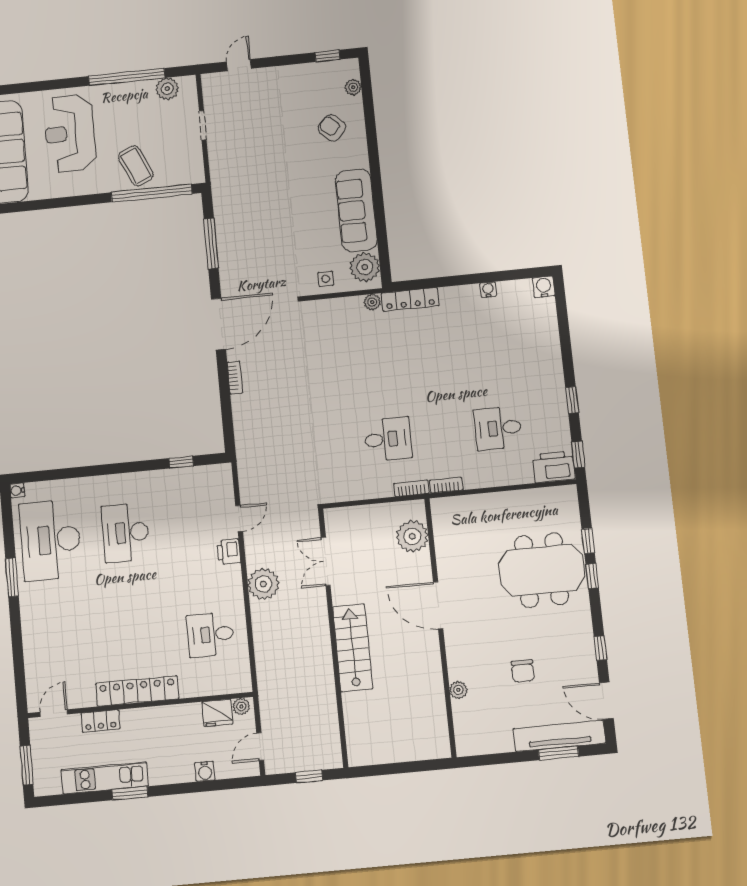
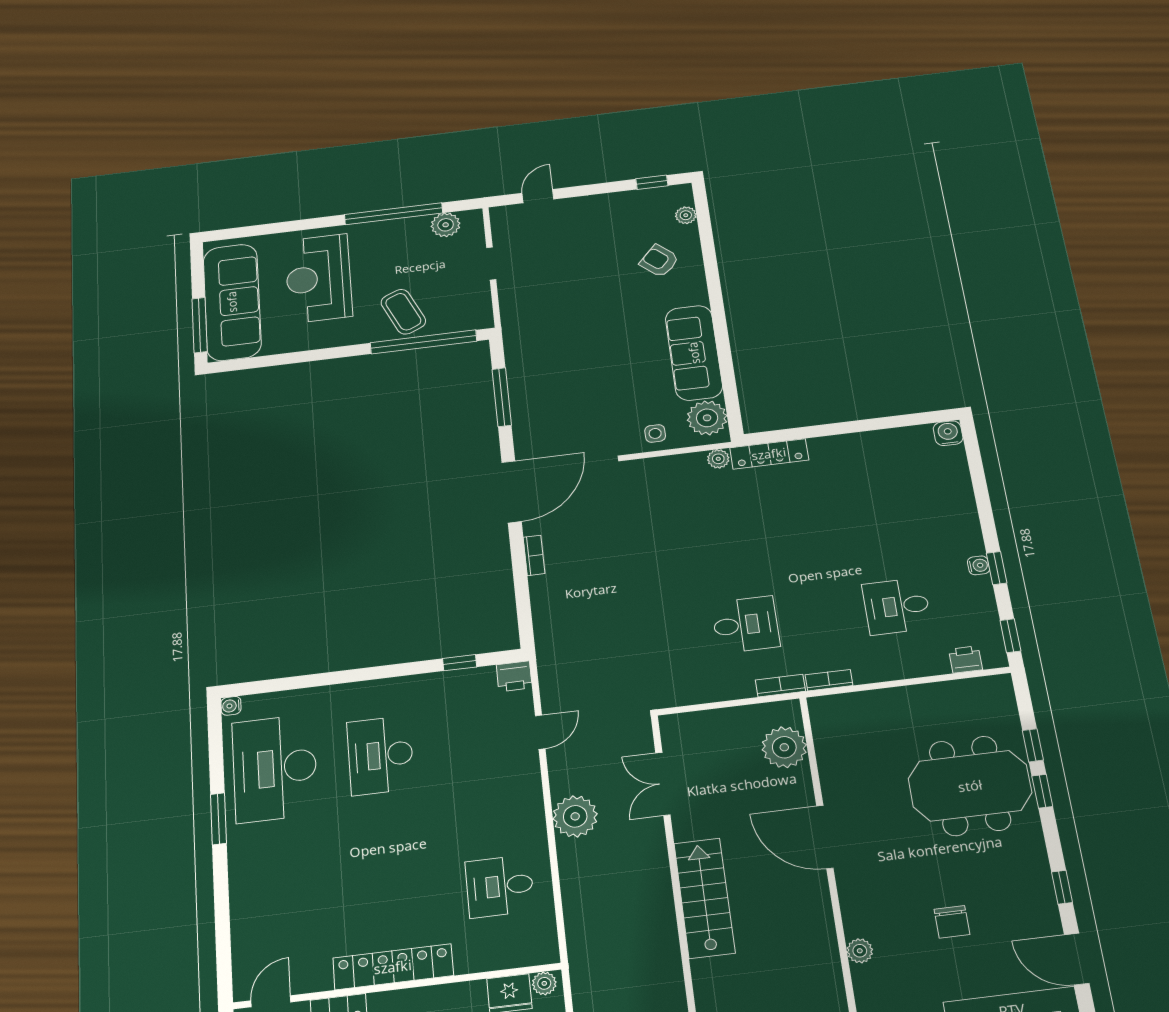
water cooler: (488, 290) -> (979, 565), moved, turned 90
printer: (554, 467) -> (966, 659), width x0.53, depth x0.68
printer: (229, 552) -> (514, 676), moved, turned -90

